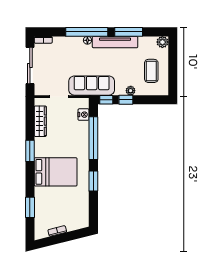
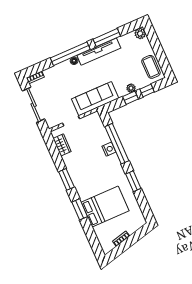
coffee table: (151, 71) -> (151, 67), moved
window: (106, 100) -> (147, 90), moved
nightstand: (84, 115) -> (109, 149), moved
wardrobe: (40, 121) -> (62, 145), width x0.67
bed: (56, 172) -> (105, 206), moved
window: (30, 207) -> (80, 209), moved

